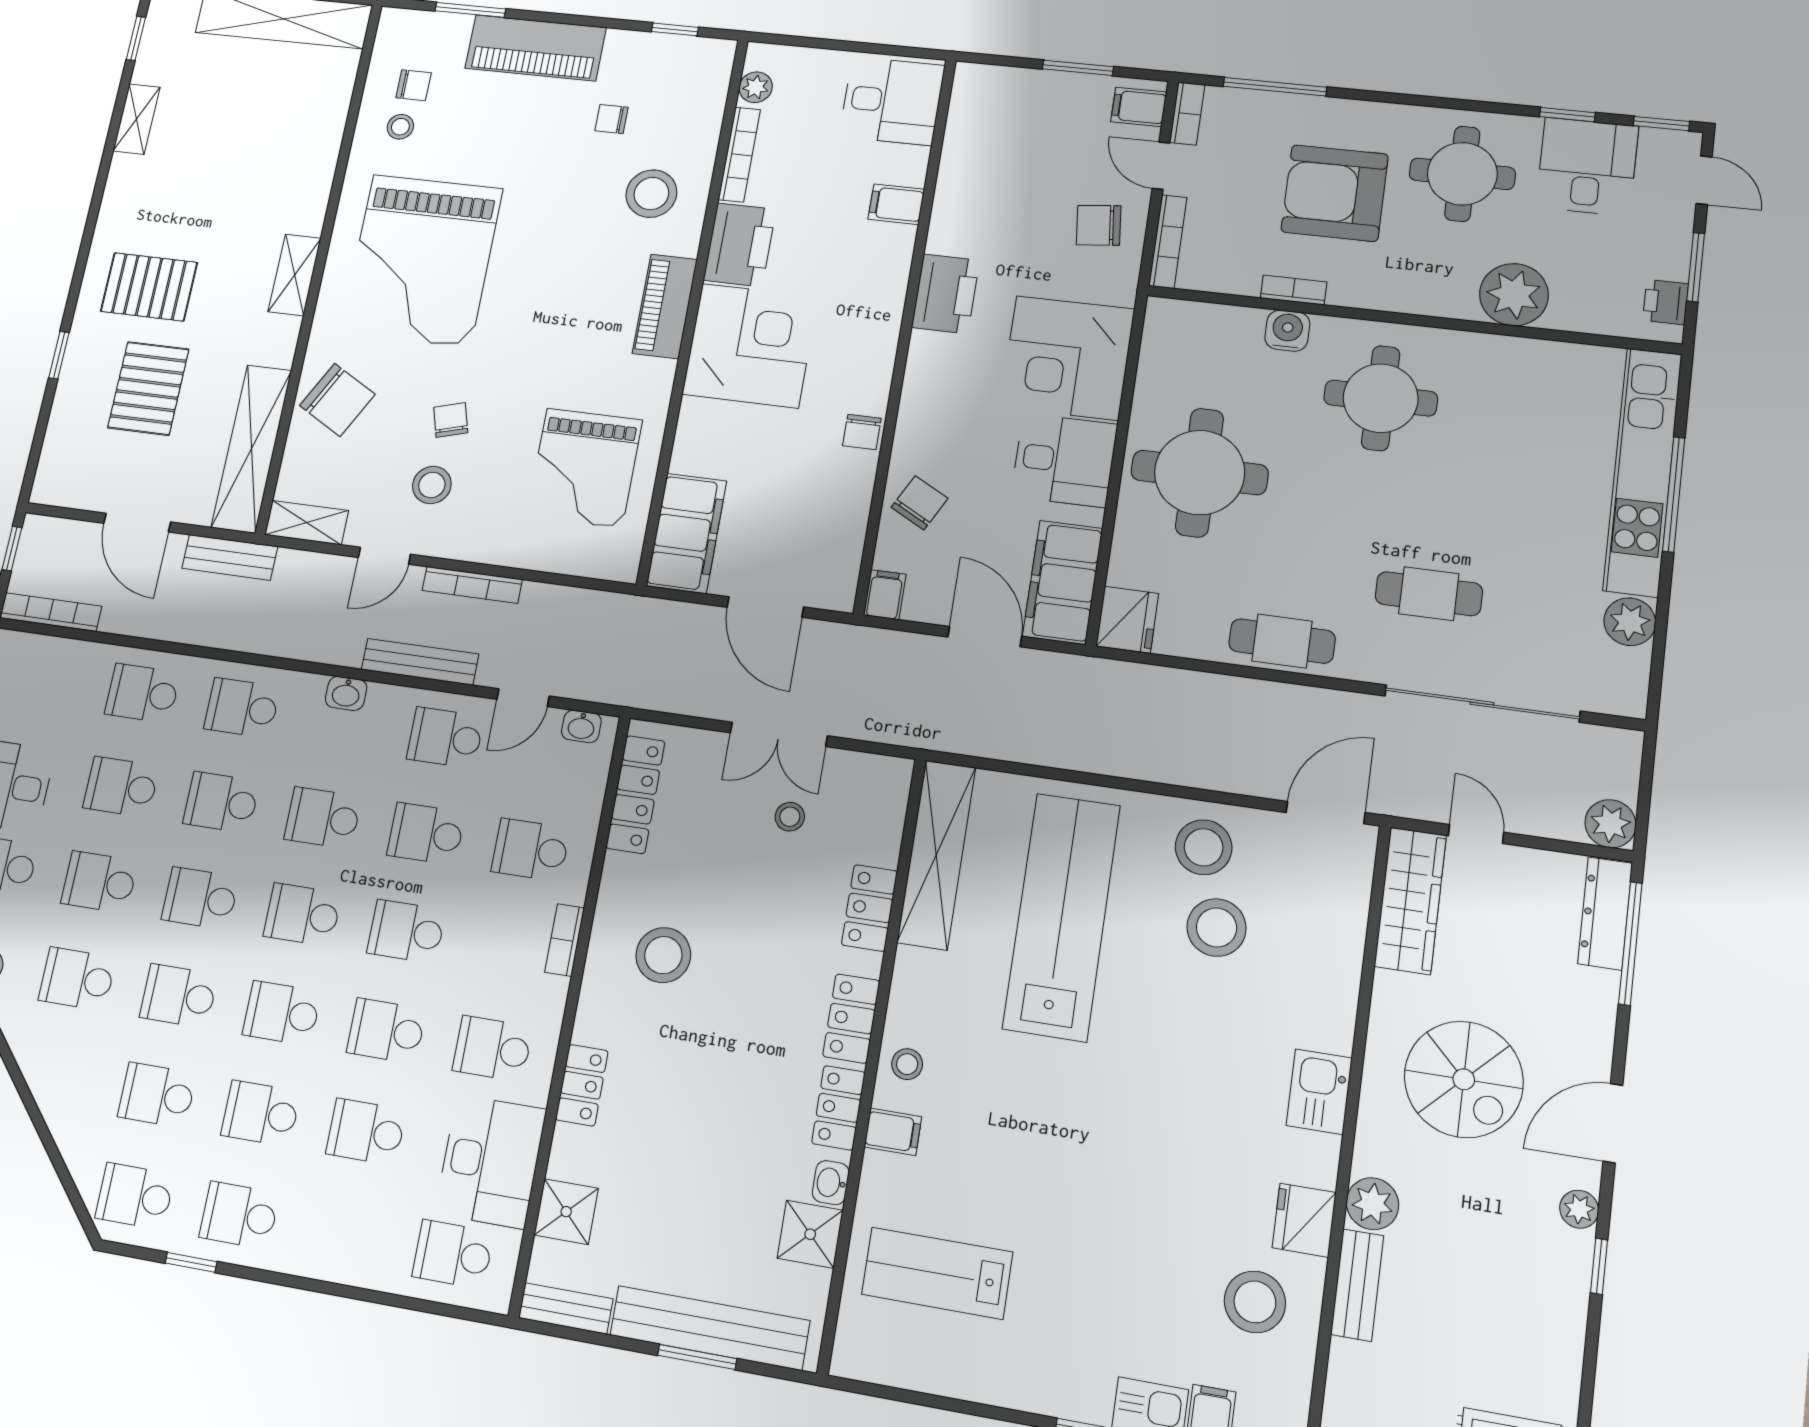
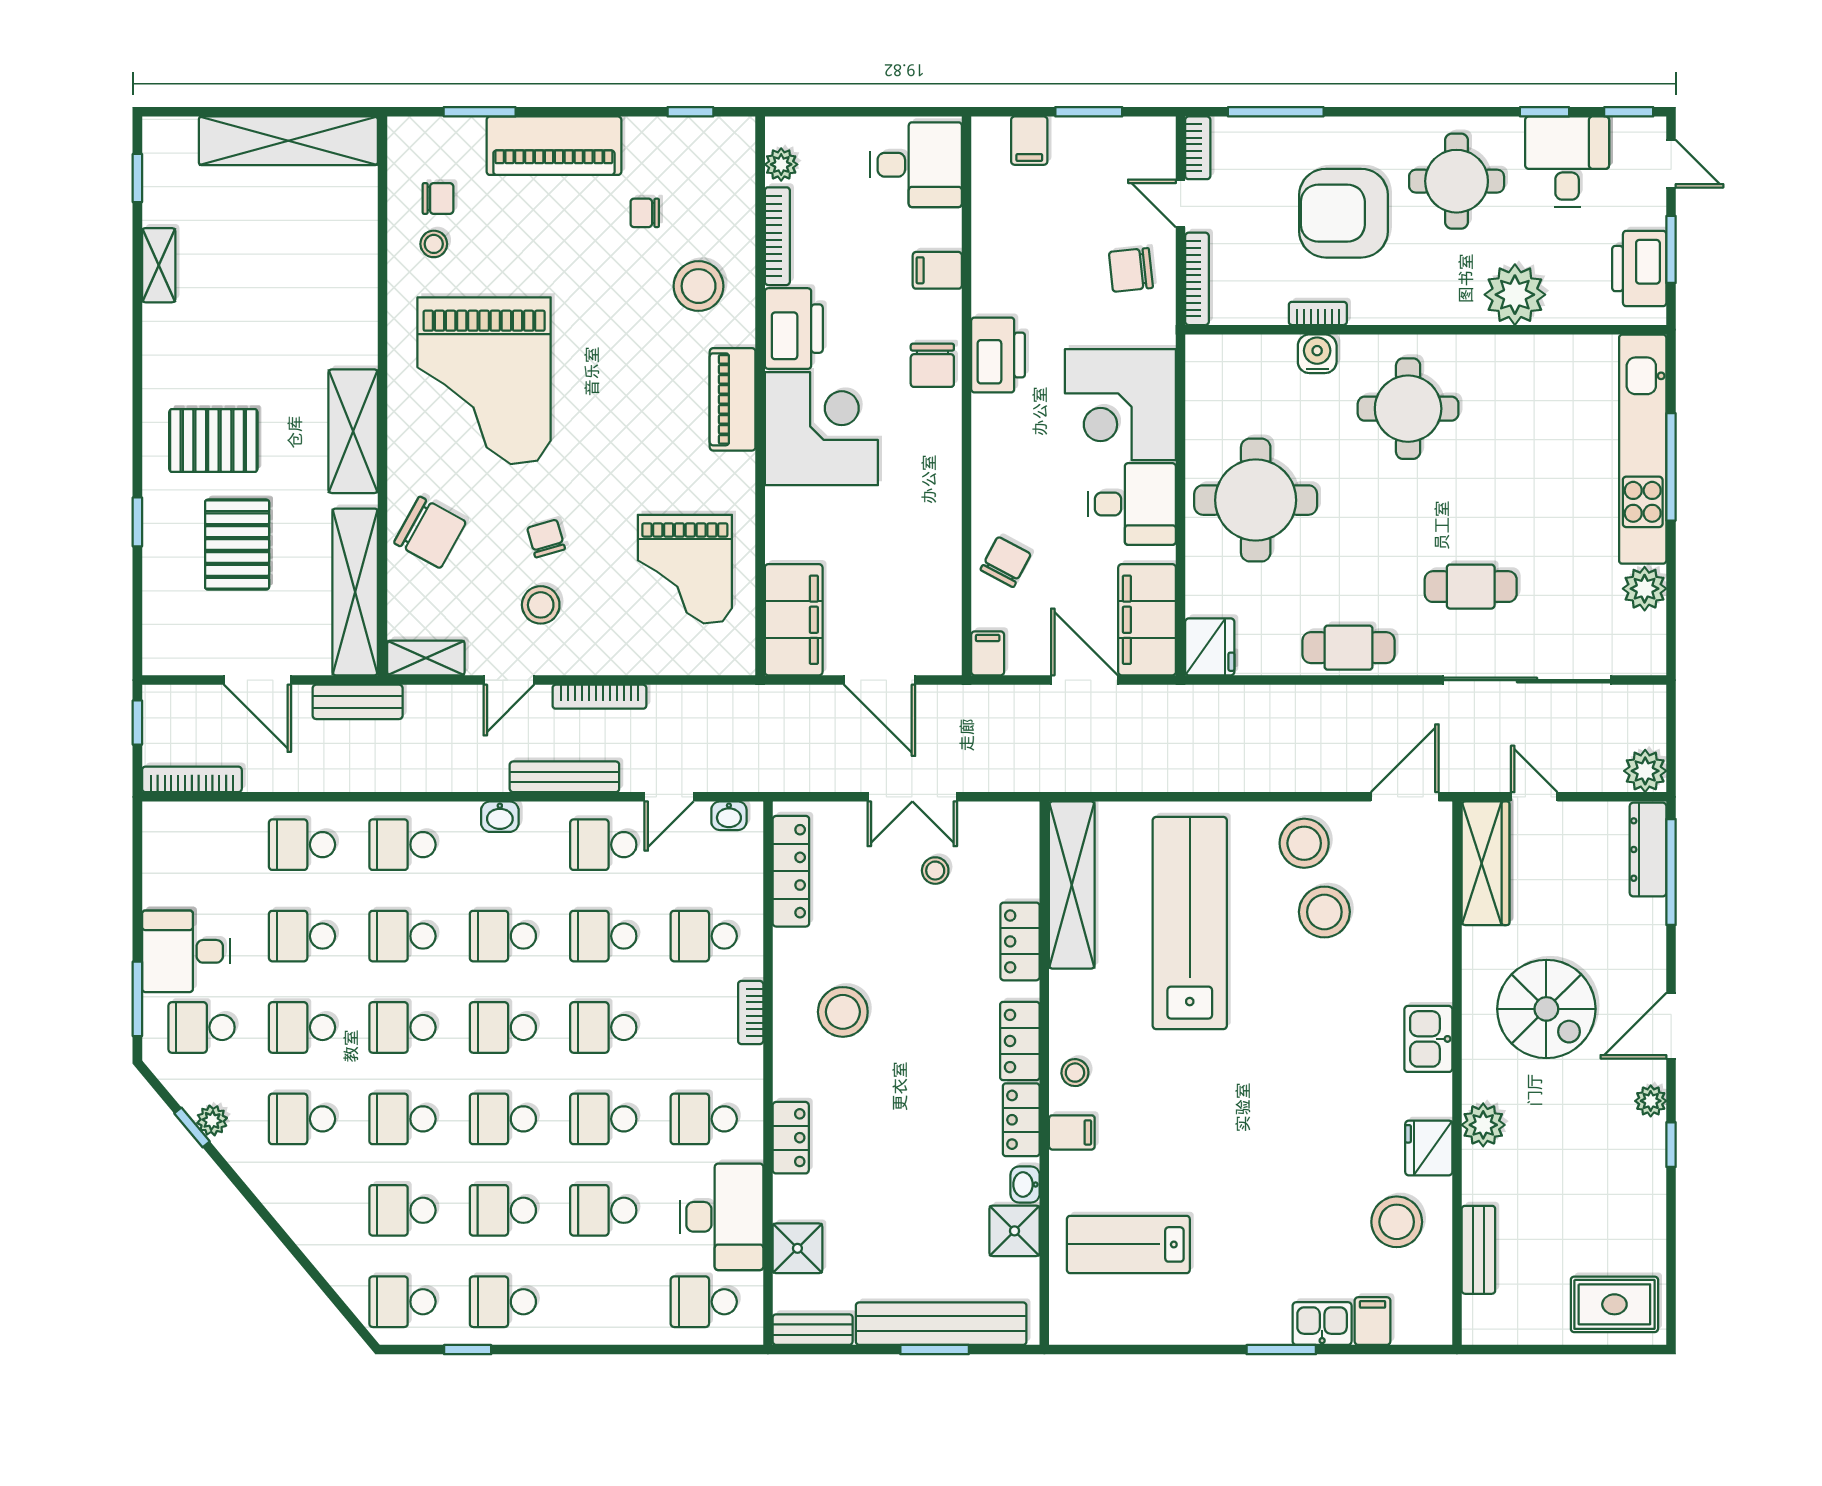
filing cabinet: (1139, 107) -> (1029, 141), moved, turned -90
shelving: (295, 275) -> (353, 431), width x1.50, depth x1.33
printer: (1666, 302) -> (1639, 269), width x1.87, depth x1.48
chair: (862, 432) -> (932, 365), moved, width x1.37, depth x1.37
bench: (1357, 1285) -> (1478, 1250), moved

